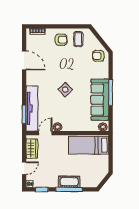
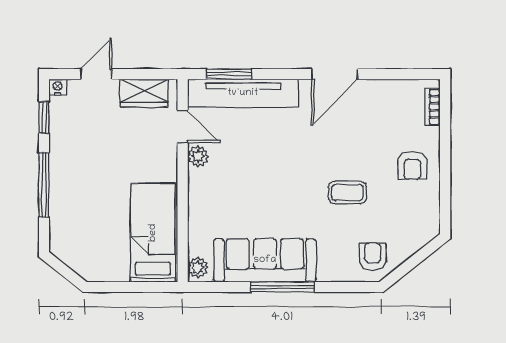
coffee table: (78, 39) -> (347, 193), moved
door: (24, 60) -> (335, 74), moved
side table: (65, 90) -> (290, 175), removed
door: (24, 168) -> (96, 74), swing flipped
cot: (69, 182) -> (63, 185), removed

